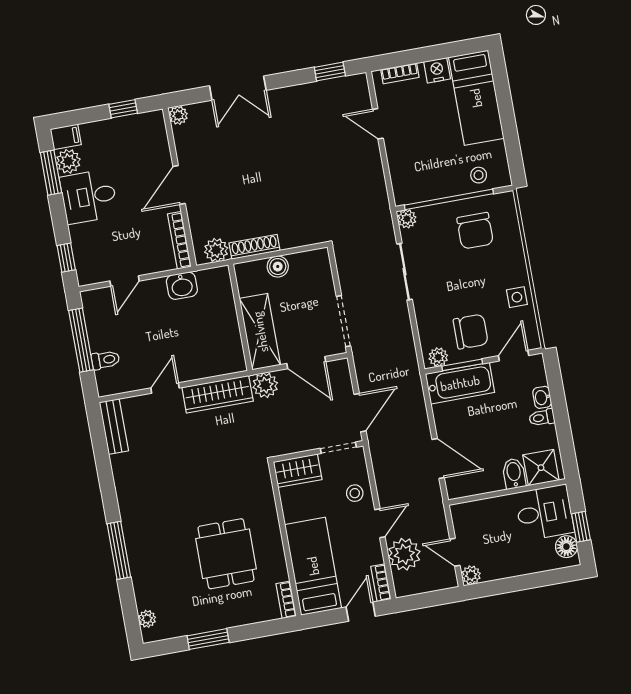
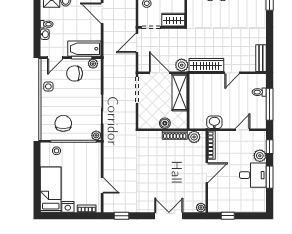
filing cabinet: (66, 137) -> (259, 207), removed
plant: (68, 161) -> (260, 156), moved
window: (51, 173) -> (270, 177), moved

